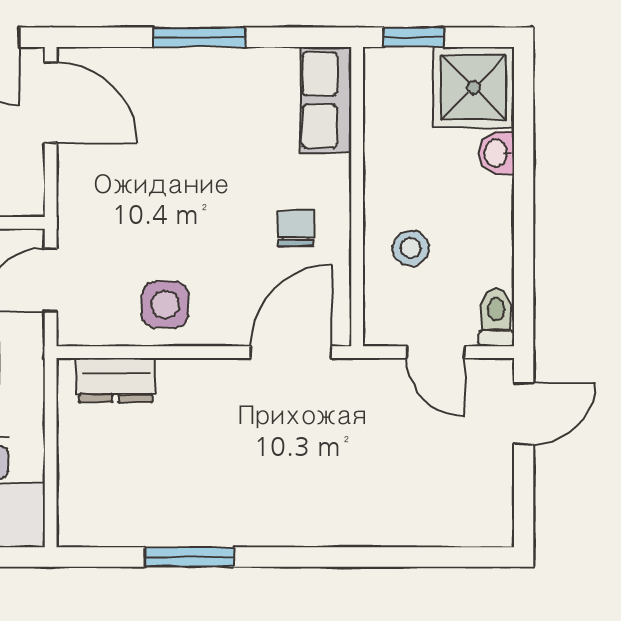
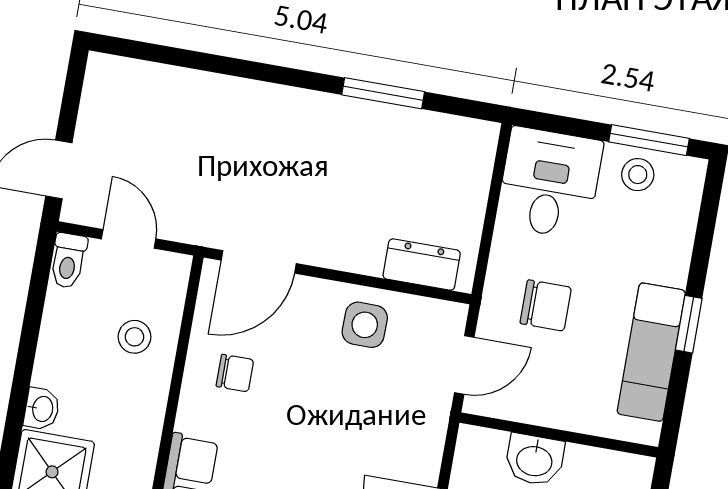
chair: (296, 228) -> (235, 373), turned -90

